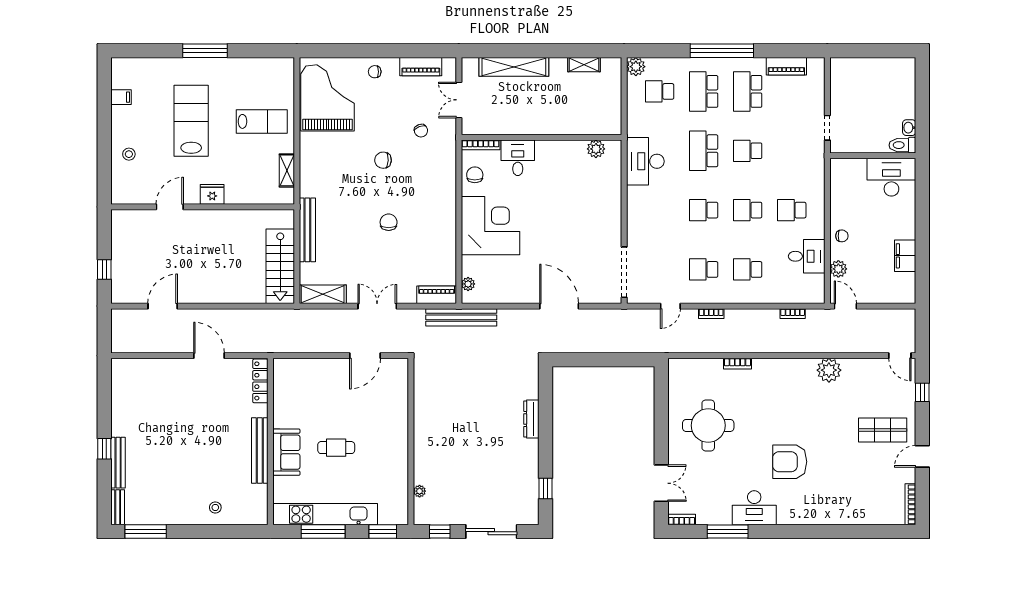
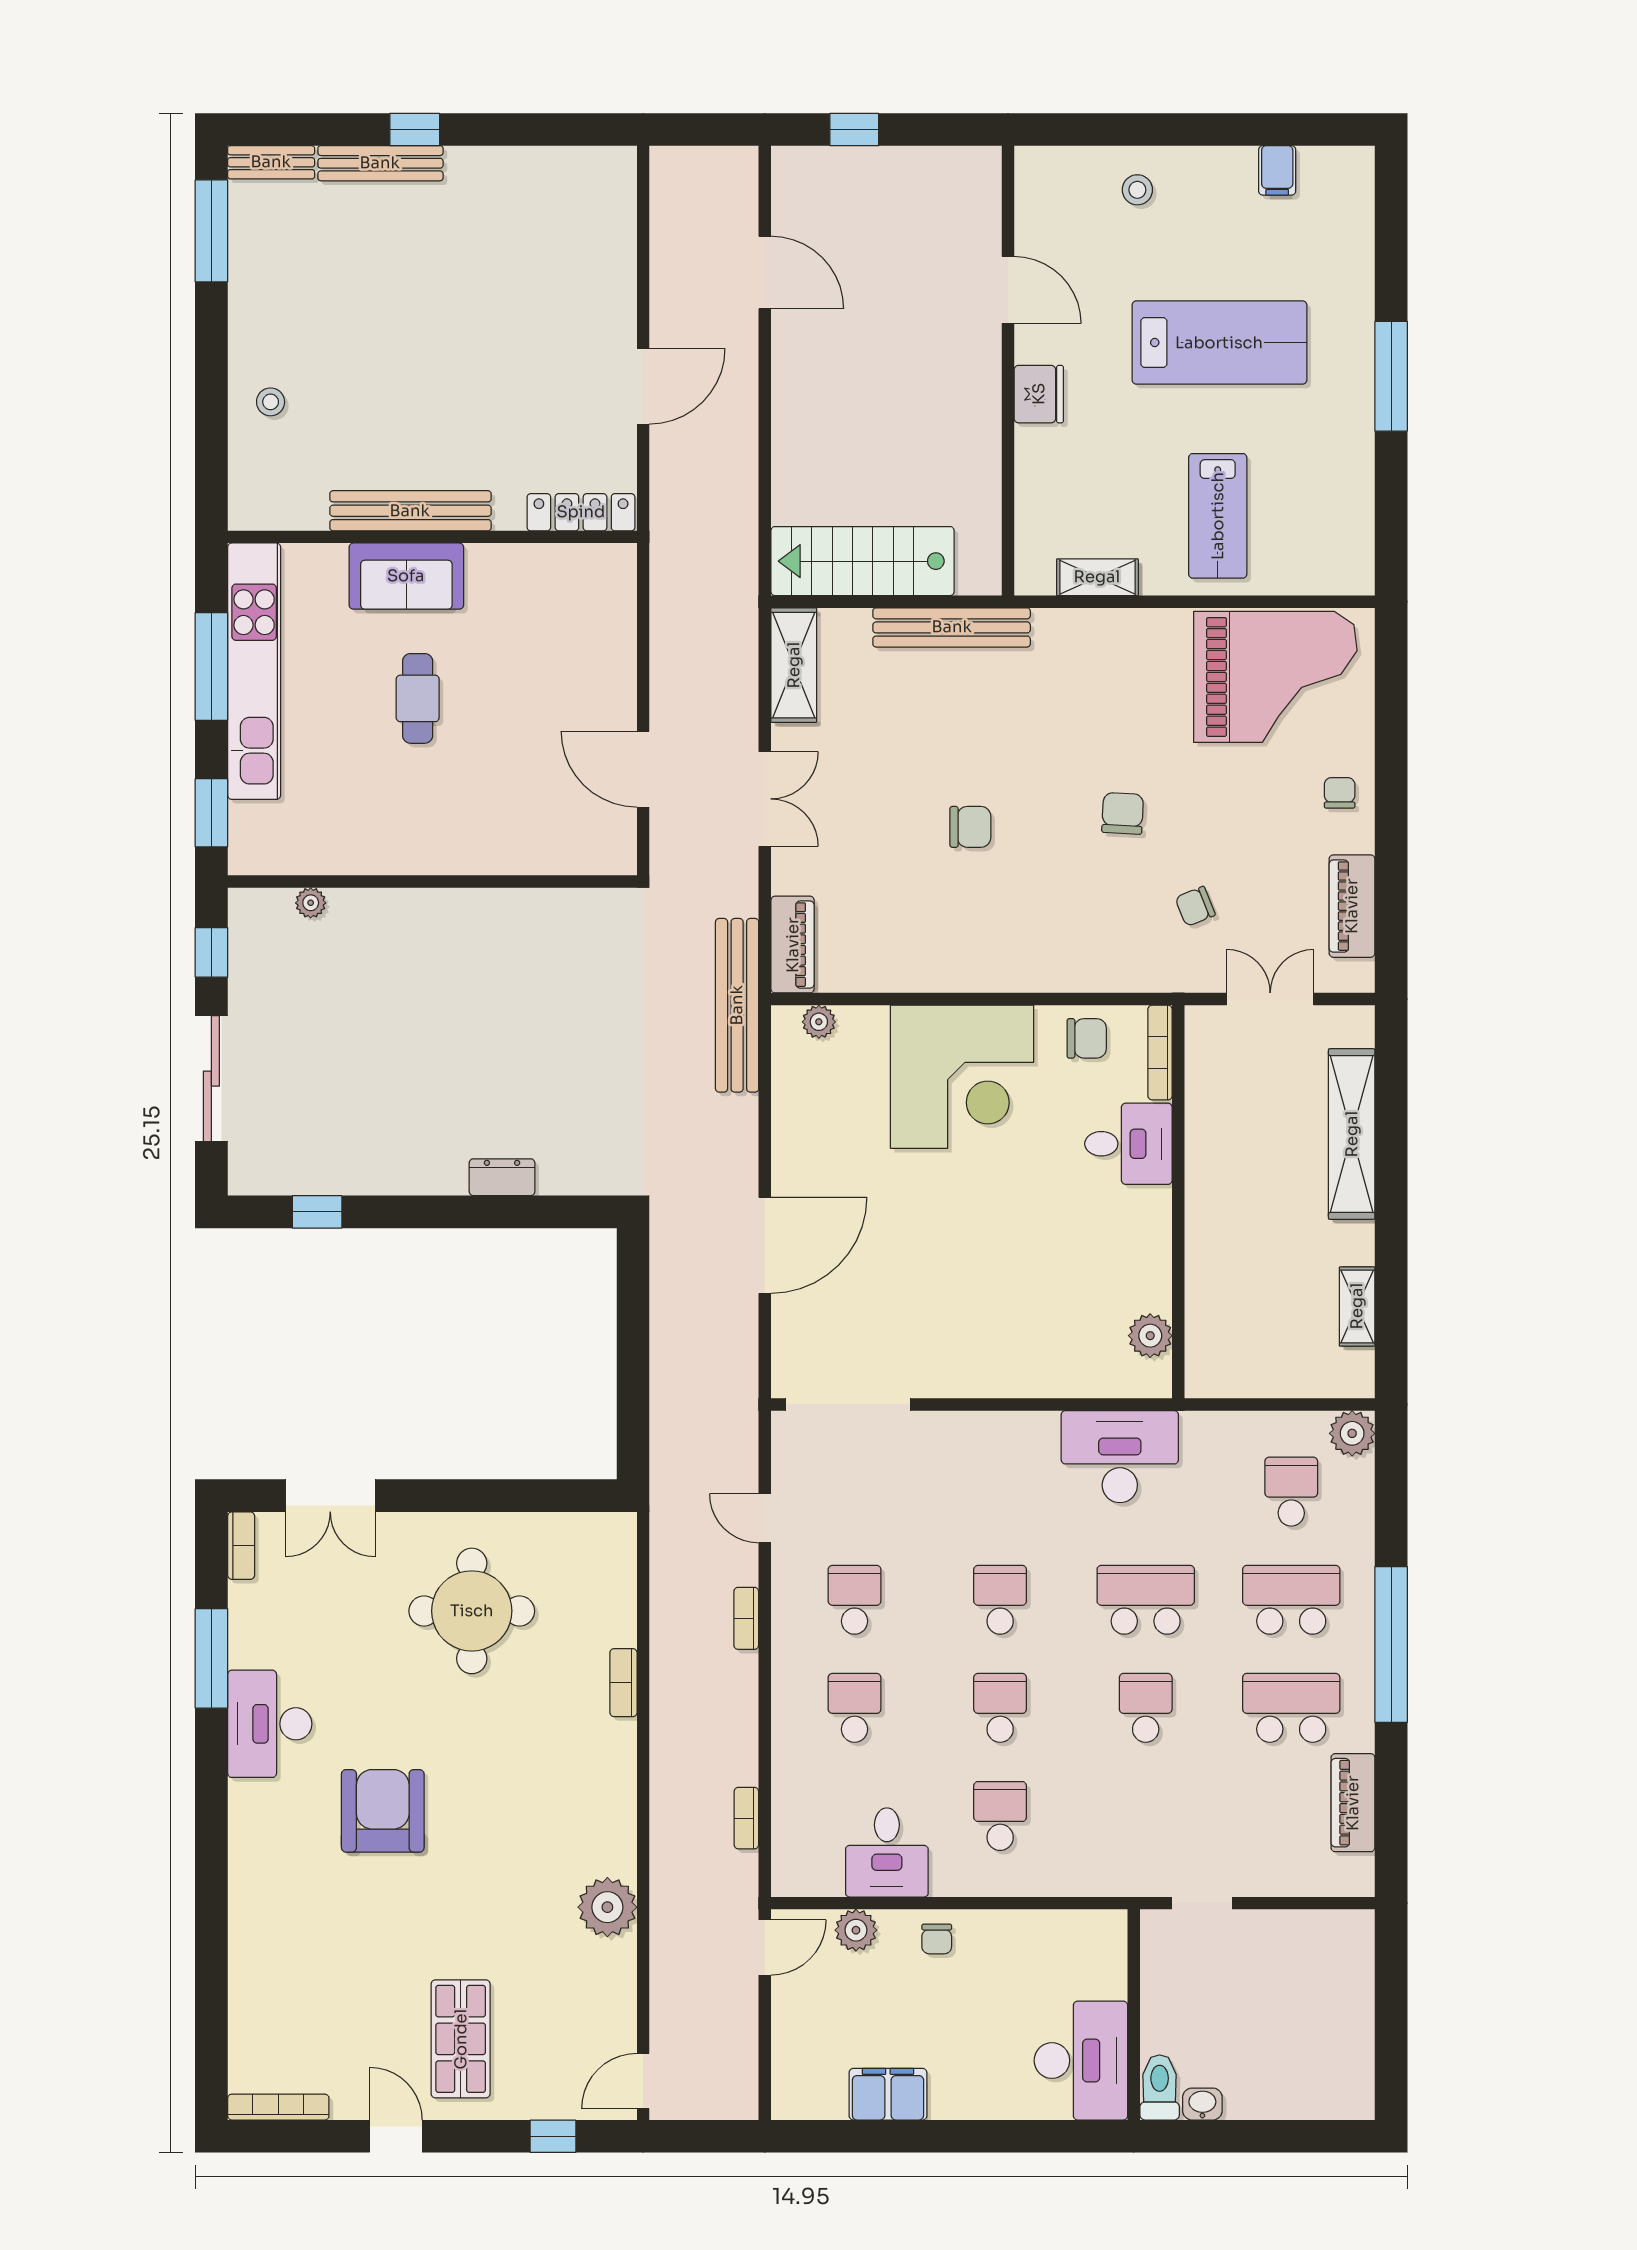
dresser: (531, 419) -> (502, 1177), width x0.70

